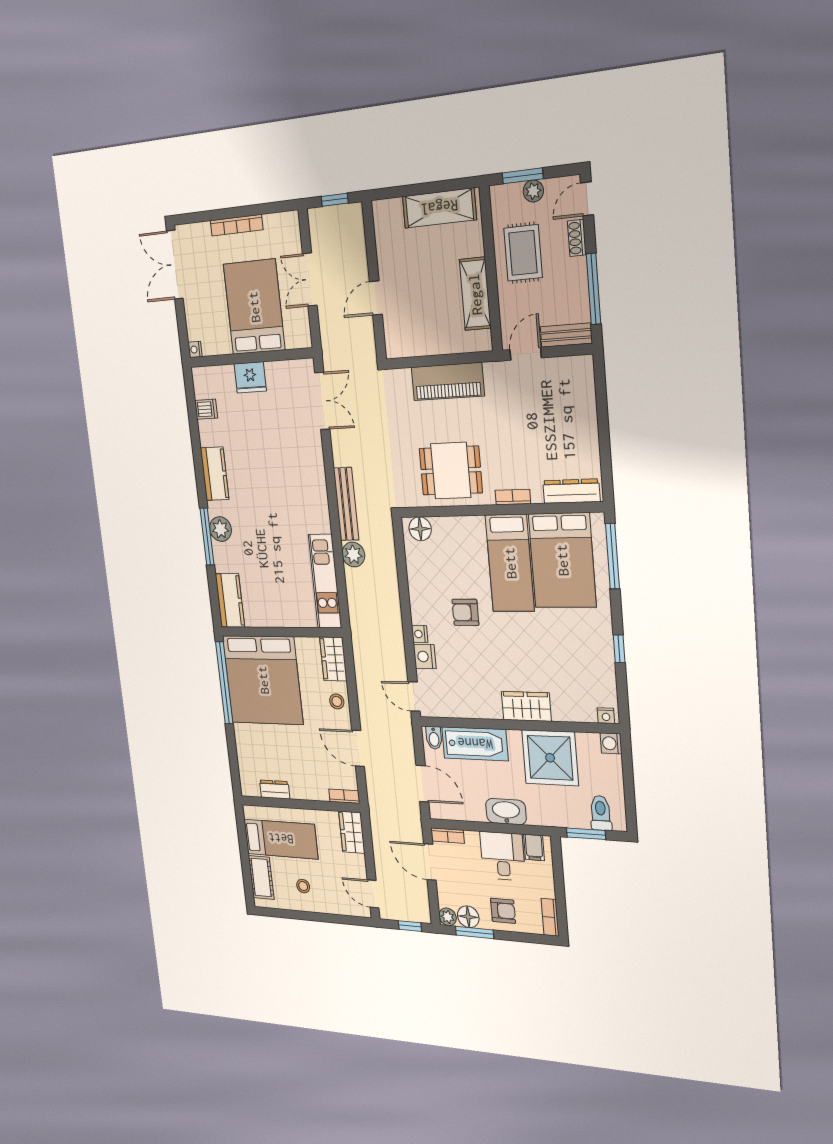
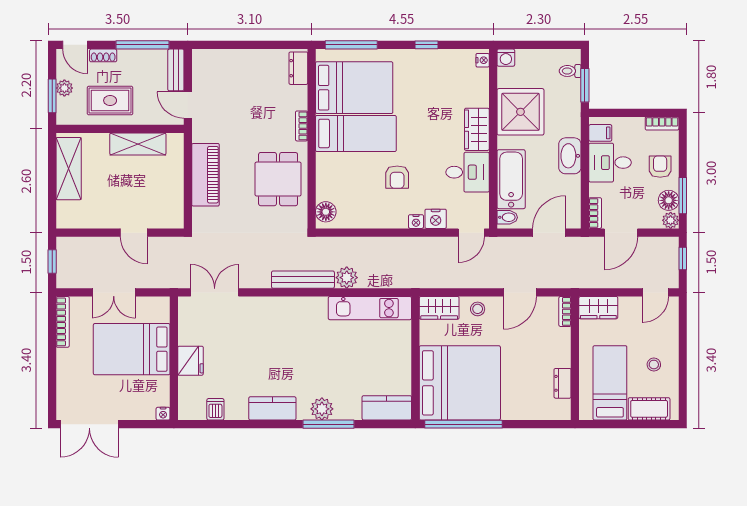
bookcase: (237, 225) -> (63, 322), moved
dresser: (571, 491) -> (298, 68), width x0.70
desk: (478, 694) -> (468, 172), added
toilet: (601, 813) -> (570, 71), width x0.73, depth x0.72

